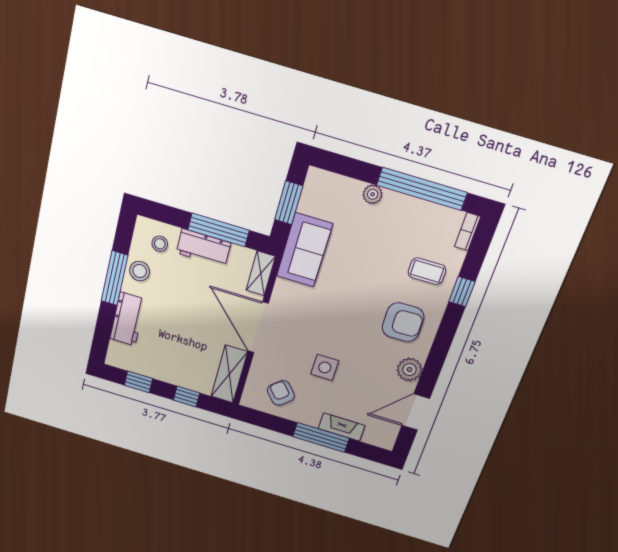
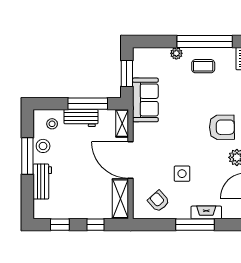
coffee table: (427, 271) -> (203, 66), moved

